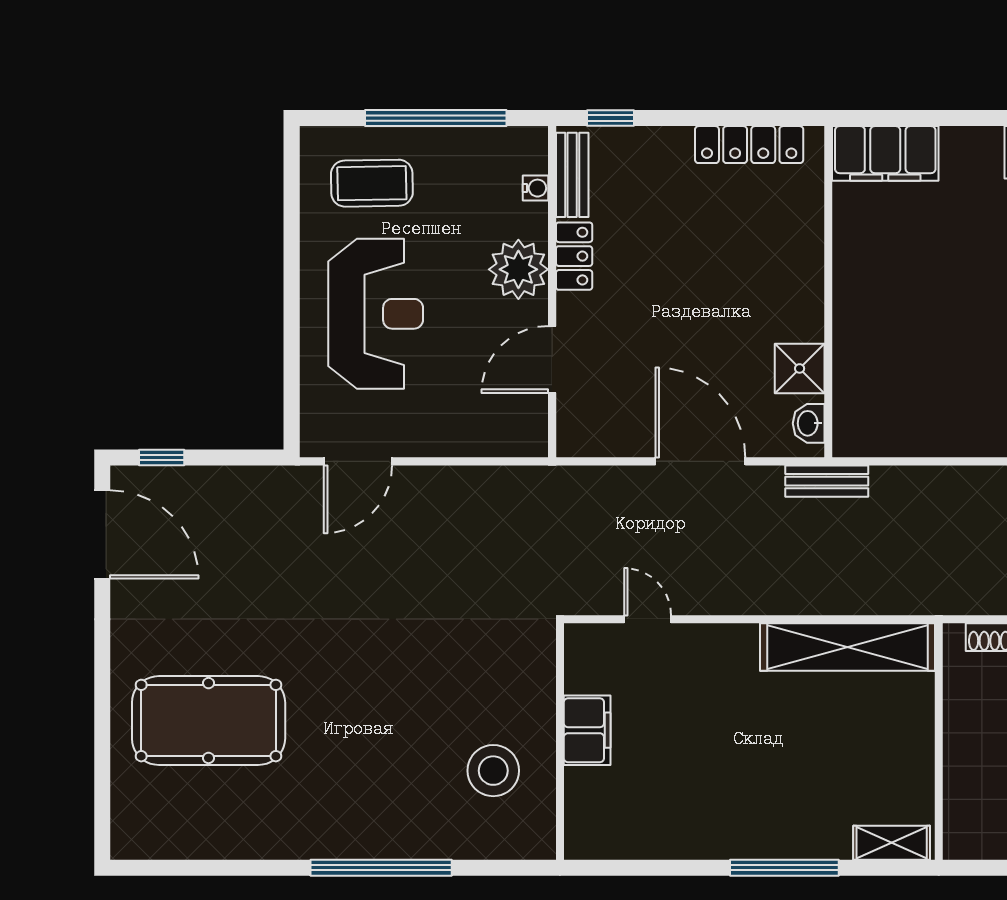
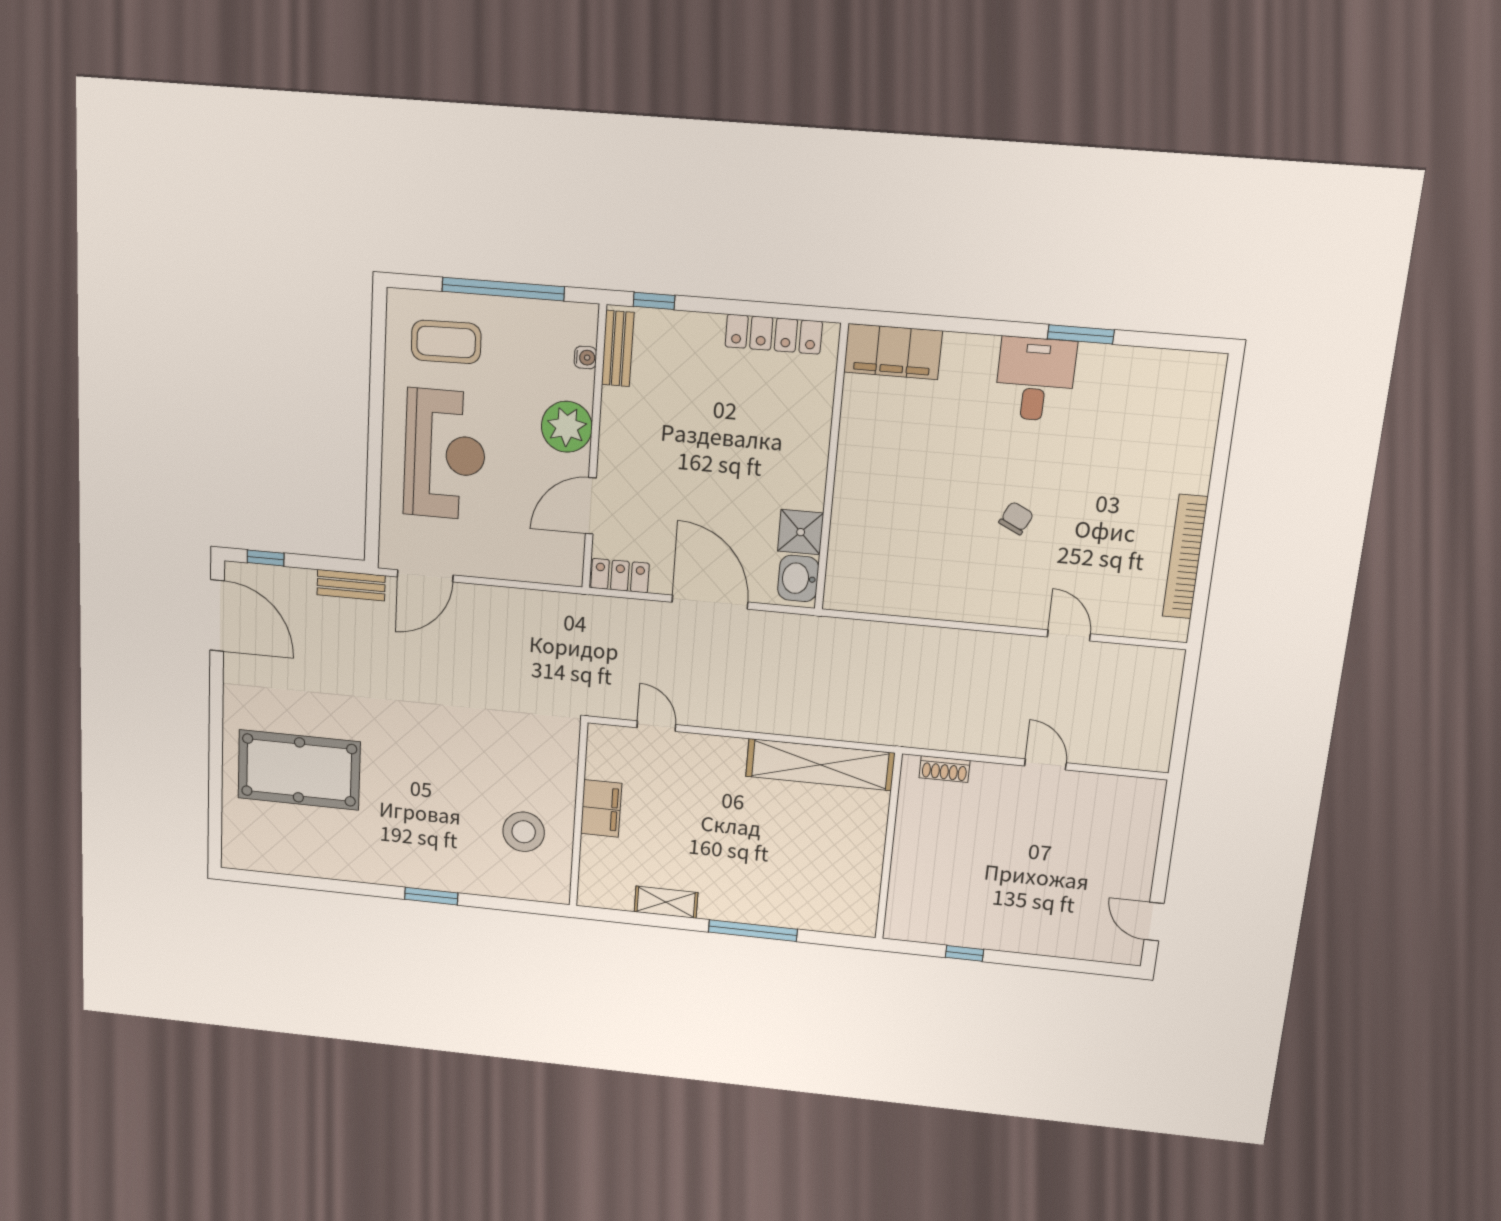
locker: (574, 256) -> (620, 576), moved, turned -90
washbasin: (809, 423) -> (798, 578), width x1.38, depth x1.45
bench: (827, 481) -> (351, 585), moved
shelving: (892, 843) -> (666, 902), moved
window: (381, 868) -> (431, 896), width x0.47

